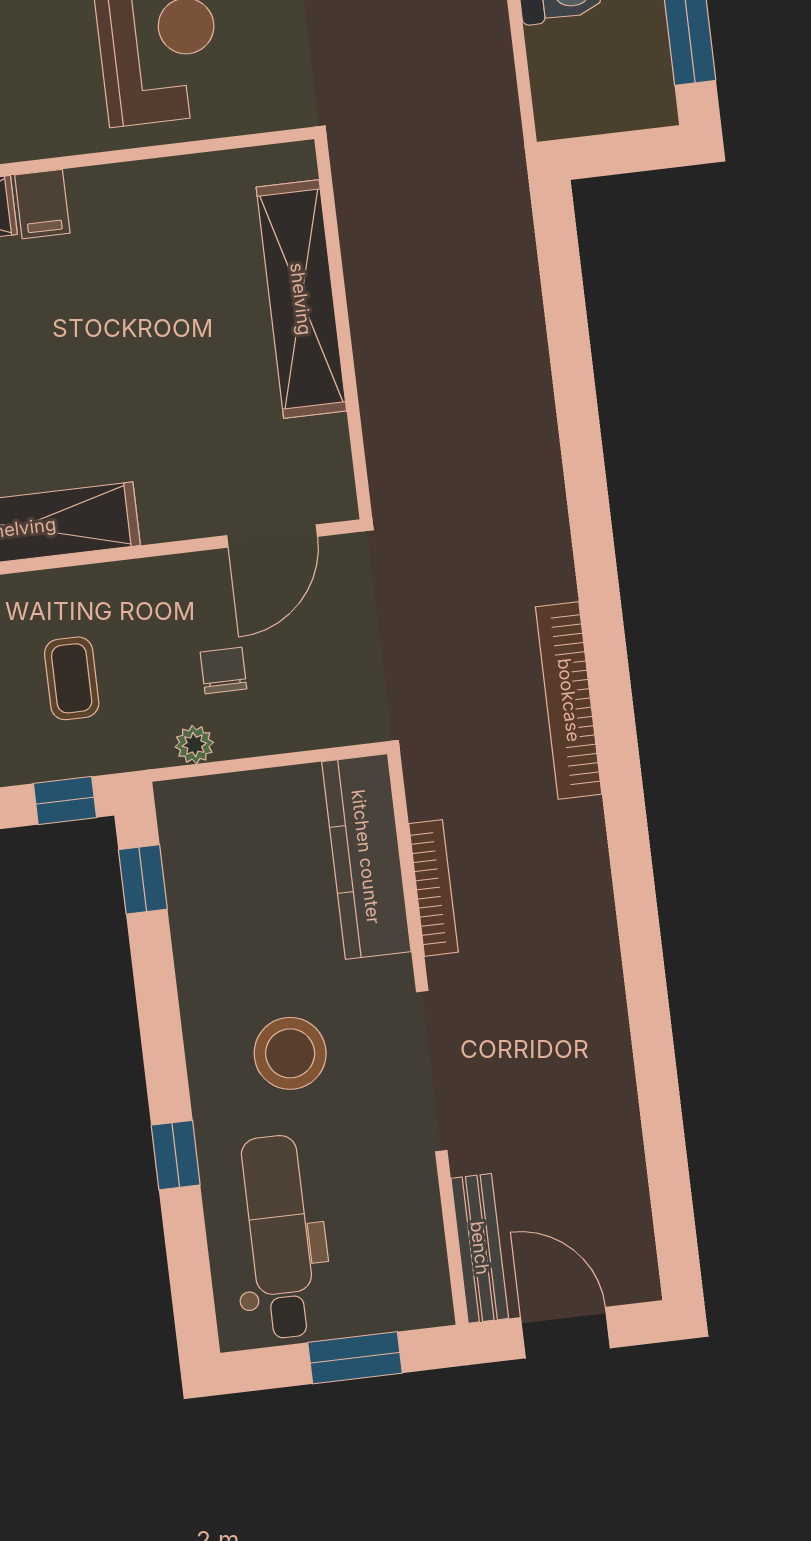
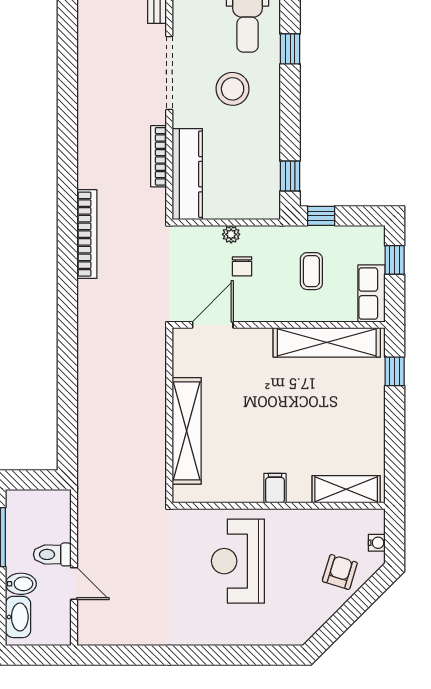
filing cabinet: (42, 204) -> (275, 488), moved
plant: (194, 745) -> (231, 234), moved

